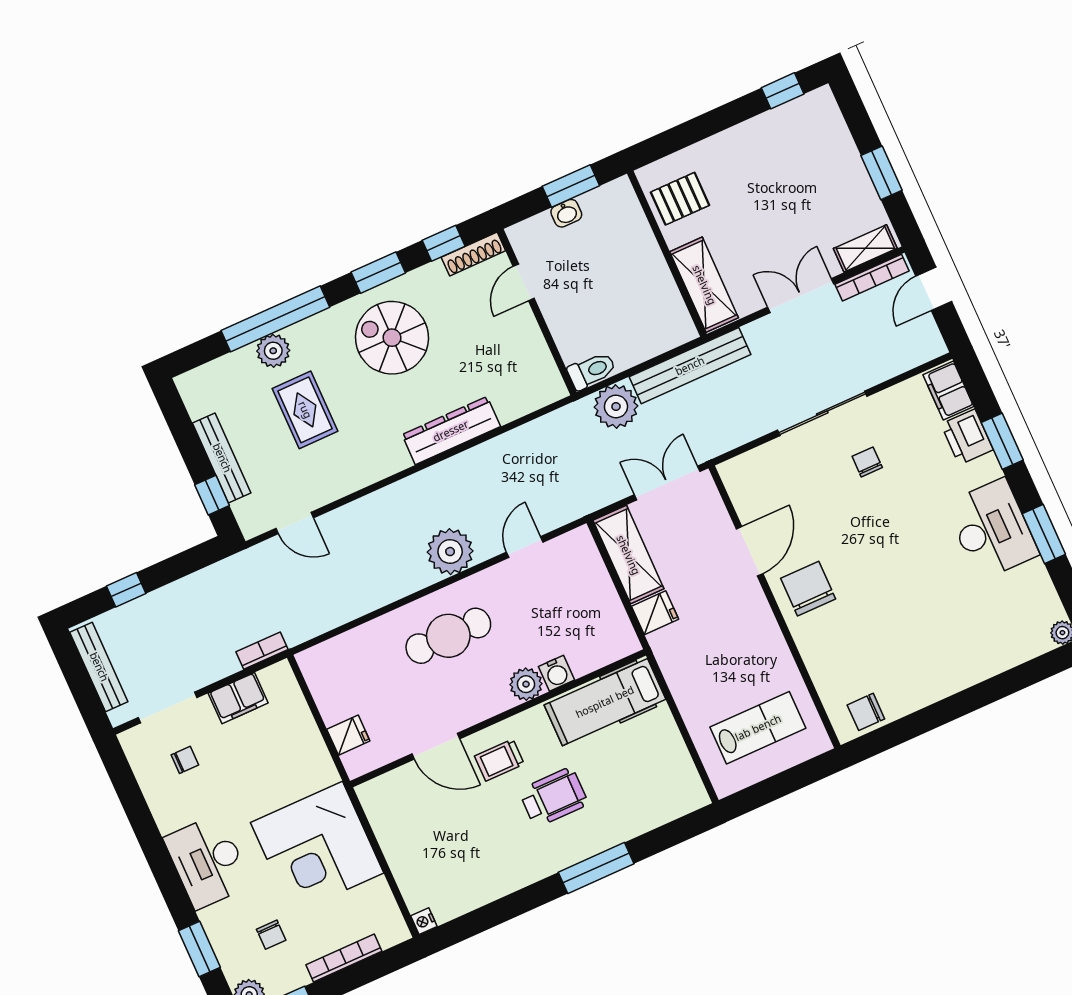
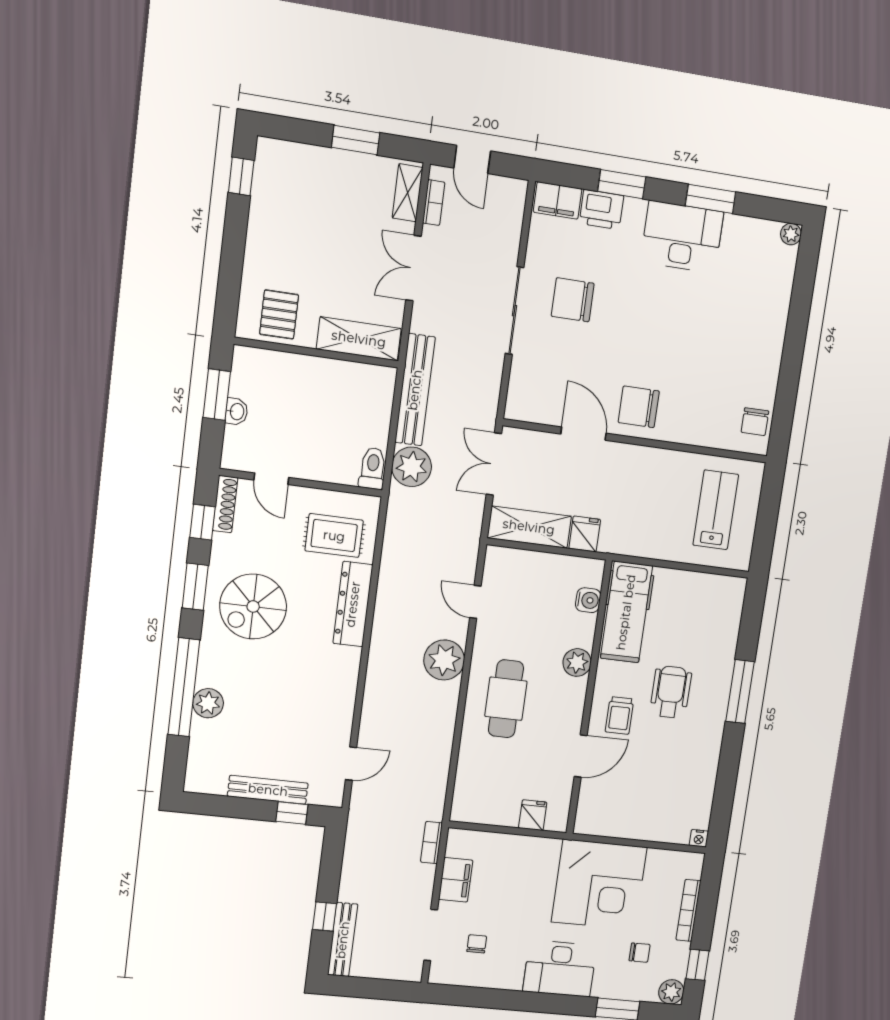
bookcase: (872, 278) -> (434, 203), width x0.64
rug: (305, 410) -> (334, 536), moved
chair: (867, 462) -> (573, 300), width x1.87, depth x1.87
bench: (99, 667) -> (343, 940), moved, turned 90
water cooler: (556, 673) -> (588, 600), moved

